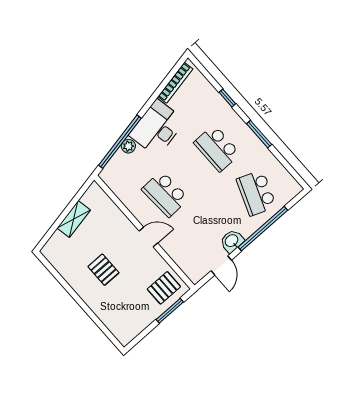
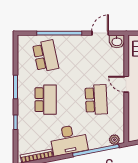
plant: (128, 146) -> (114, 140), moved
school desk: (256, 193) -> (46, 56), turned -33
washbasin: (232, 241) -> (117, 41), moved

